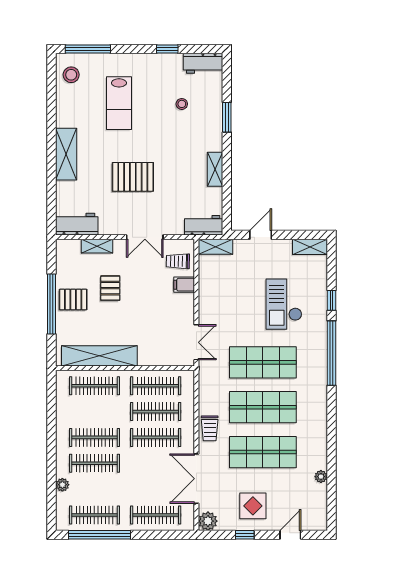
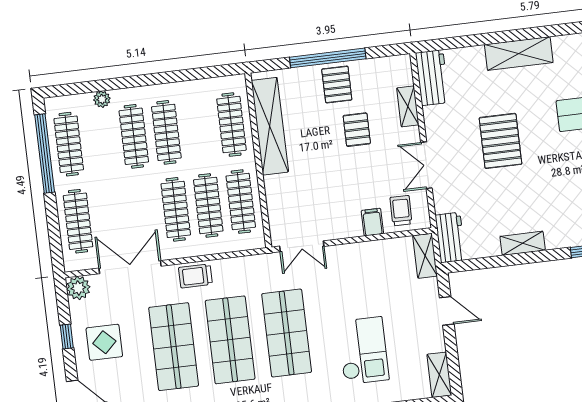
pallet: (110, 288) -> (357, 130), turned 90
checkout: (284, 304) -> (363, 351), turned 90

